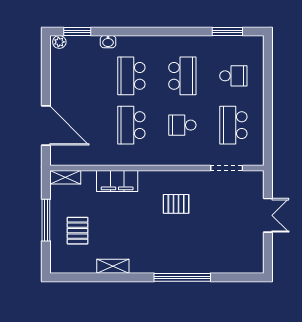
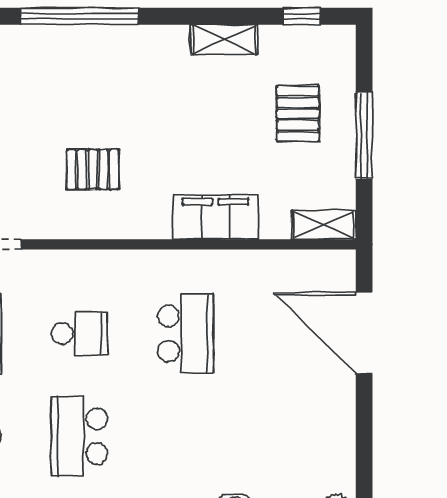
school desk: (131, 76) -> (186, 436), removed
window: (76, 277) -> (302, 16), added

